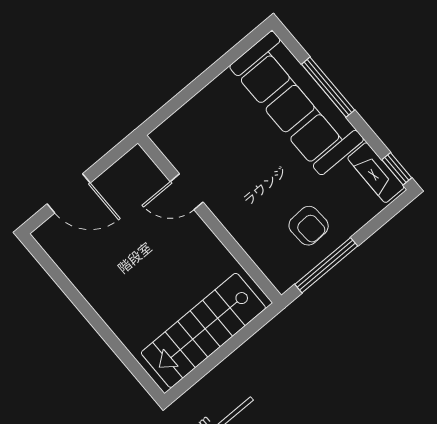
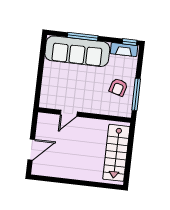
armchair: (309, 226) -> (118, 87), turned 109

